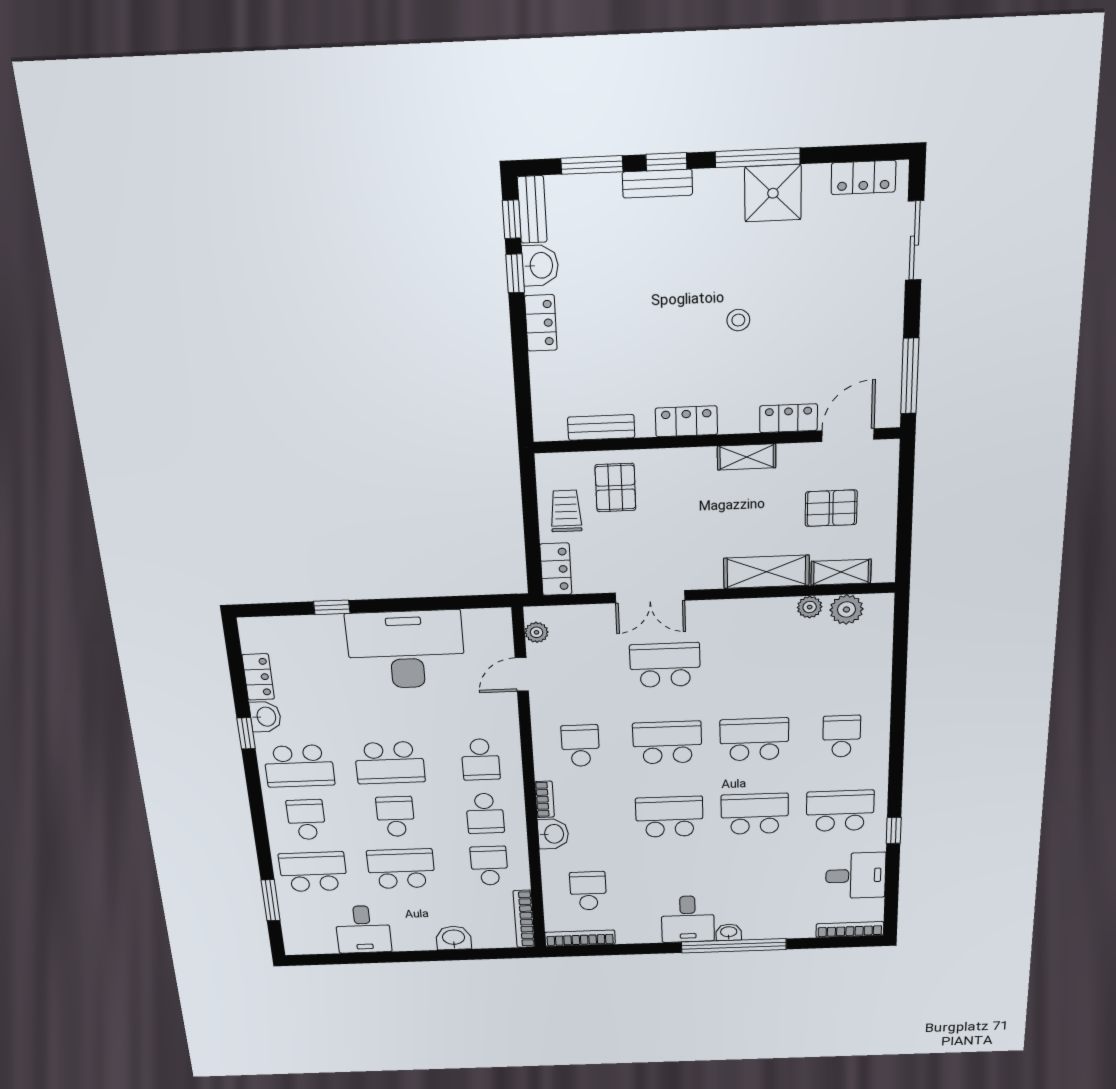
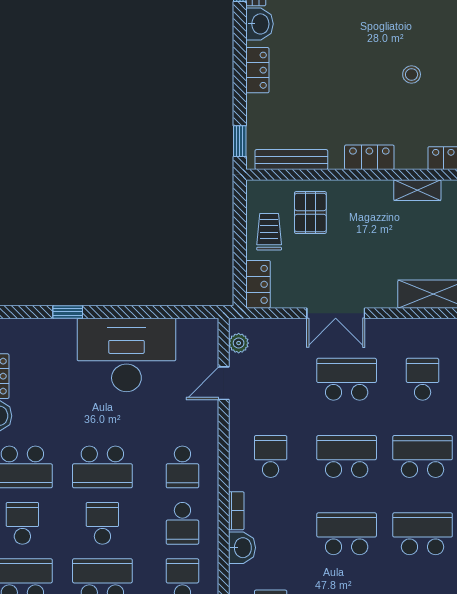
window: (515, 273) -> (240, 141), moved
bench: (601, 427) -> (291, 160), width x1.36
school desk: (754, 662) -> (423, 379), added

